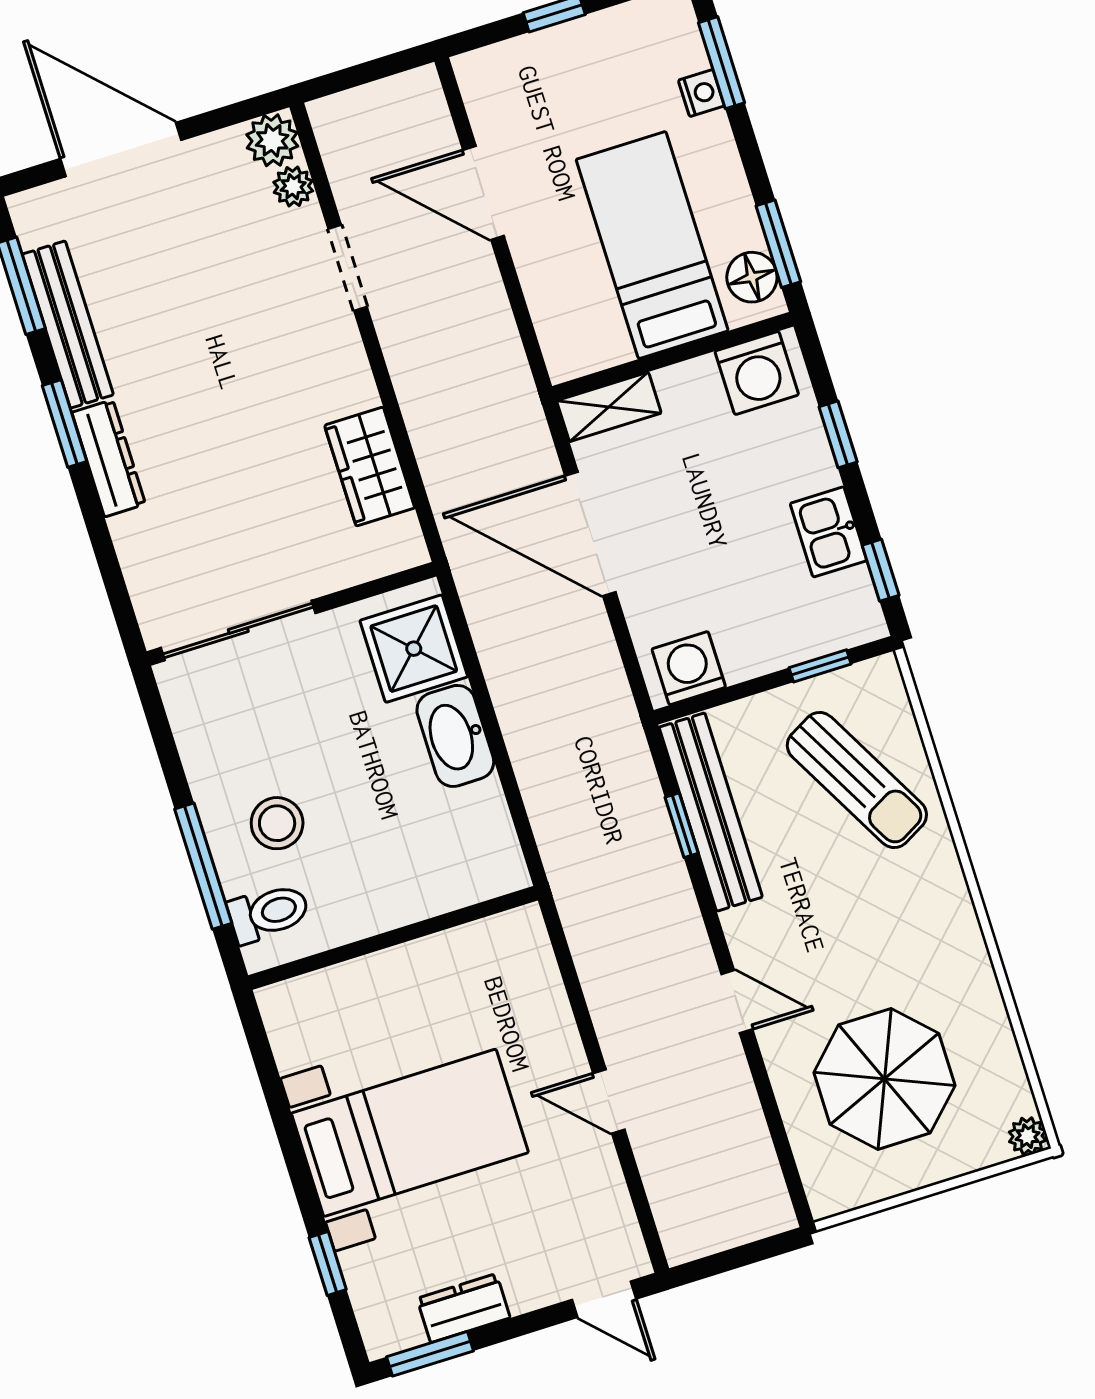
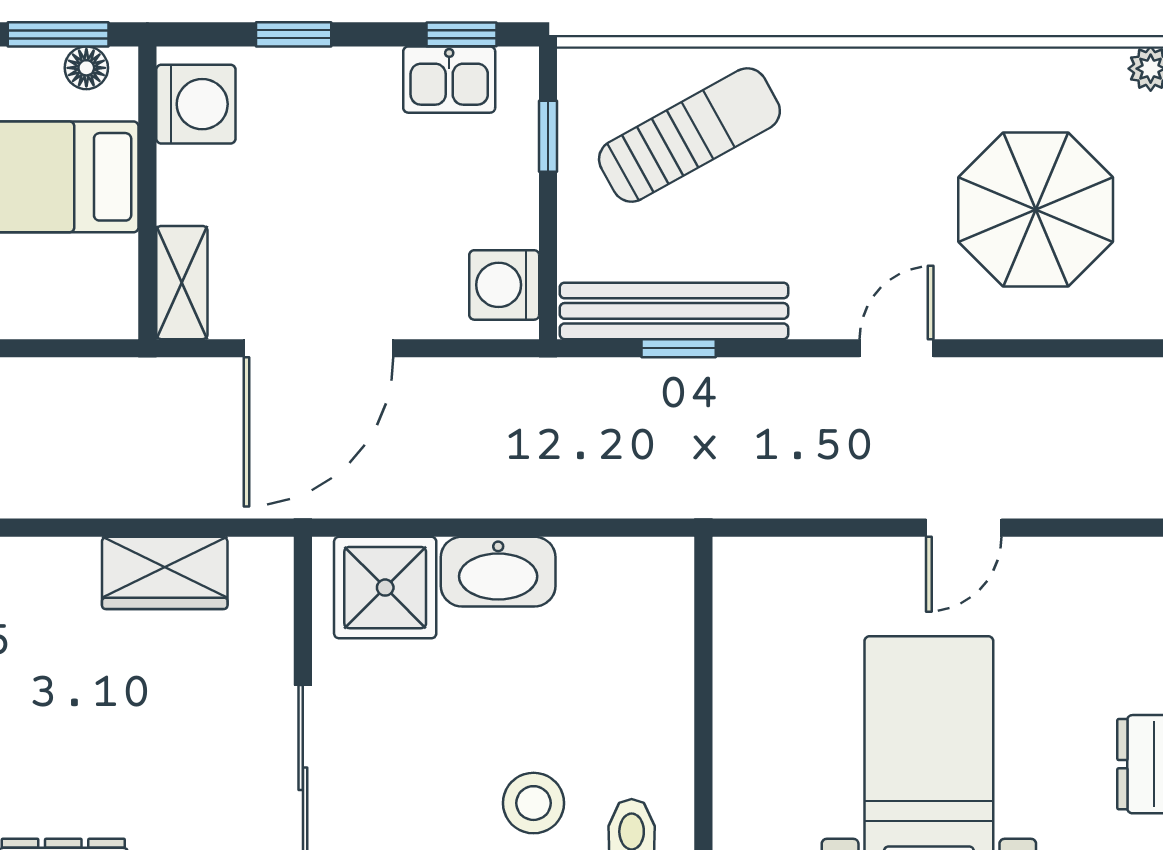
floor lamp: (752, 277) -> (86, 68), width x0.73, depth x0.73
kitchen sink: (828, 532) -> (449, 80), moved

